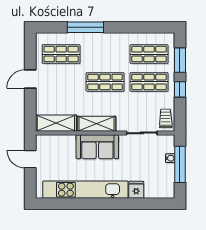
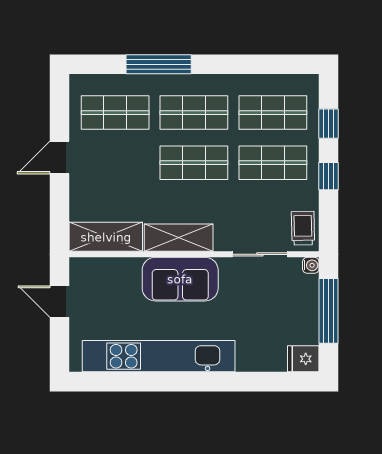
shop shelf: (105, 54) -> (194, 113), added
window: (180, 60) -> (329, 124), width x0.67
water cooler: (170, 158) -> (311, 265), moved
fridge: (136, 190) -> (303, 359), moved, turned -90

